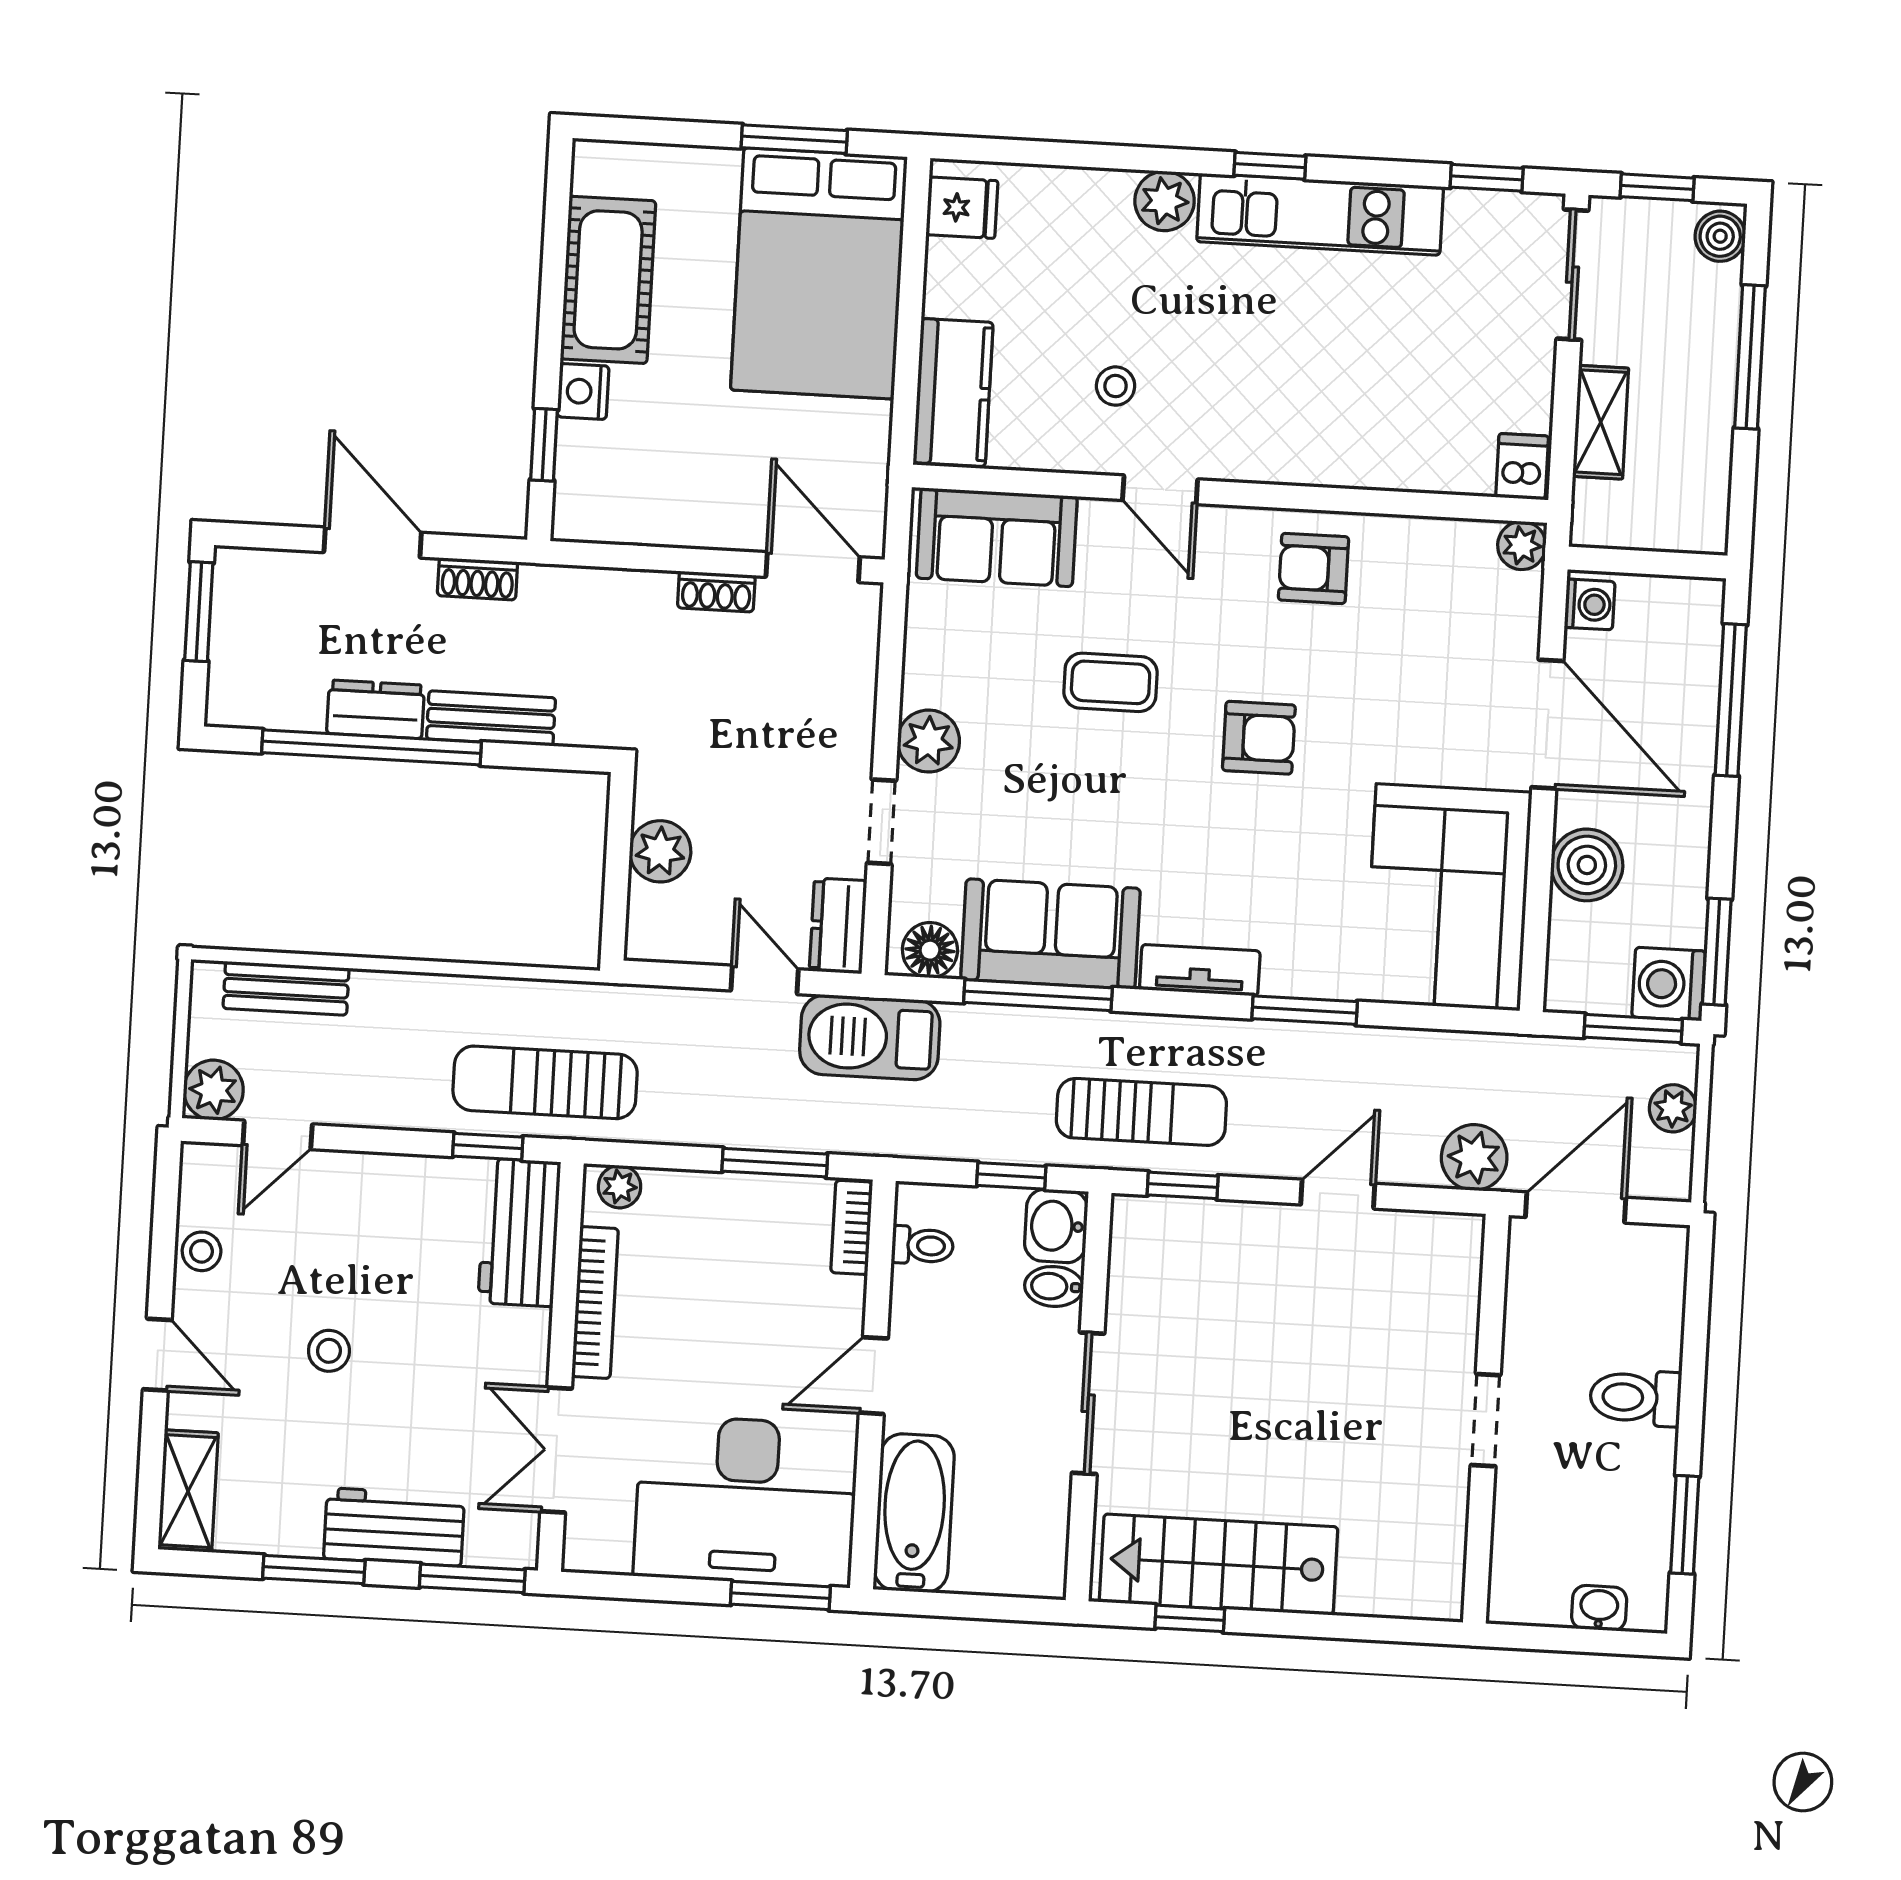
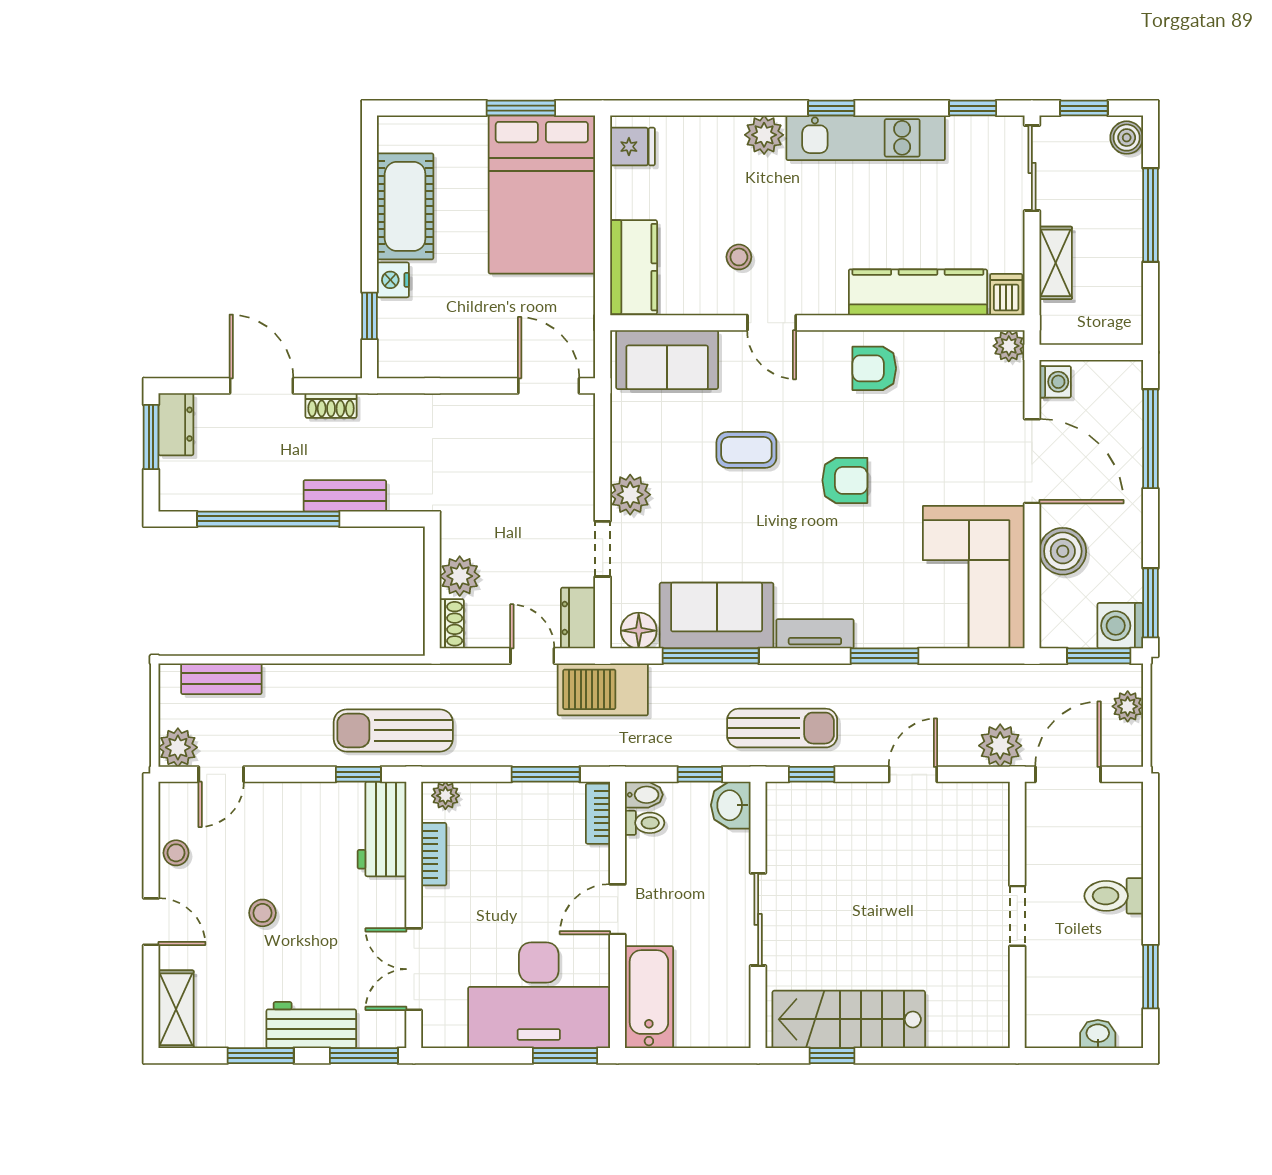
kitchen counter: (1387, 456) -> (918, 292), added
shoe rack: (716, 592) -> (452, 624), moved, turned -90
dresser: (376, 709) -> (176, 424), moved, turned 90
bidet: (1054, 1286) -> (644, 795), moved, turned 180
bookcase: (595, 1302) -> (434, 854), width x0.64

